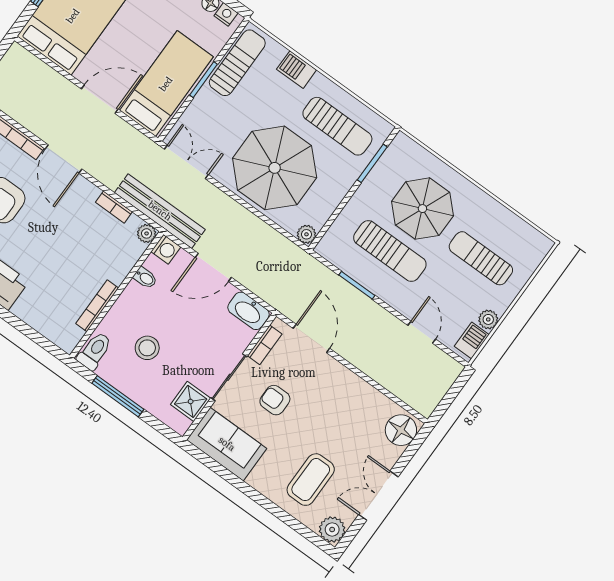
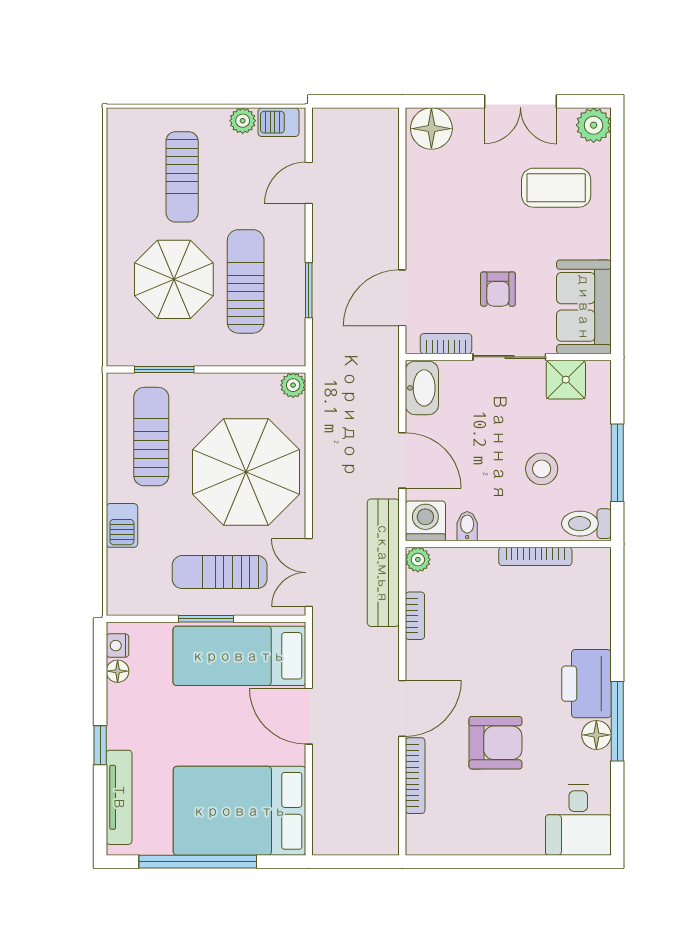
sun lounger: (237, 63) -> (220, 572), moved
washing machine: (166, 249) -> (425, 521), width x1.38, depth x1.38

